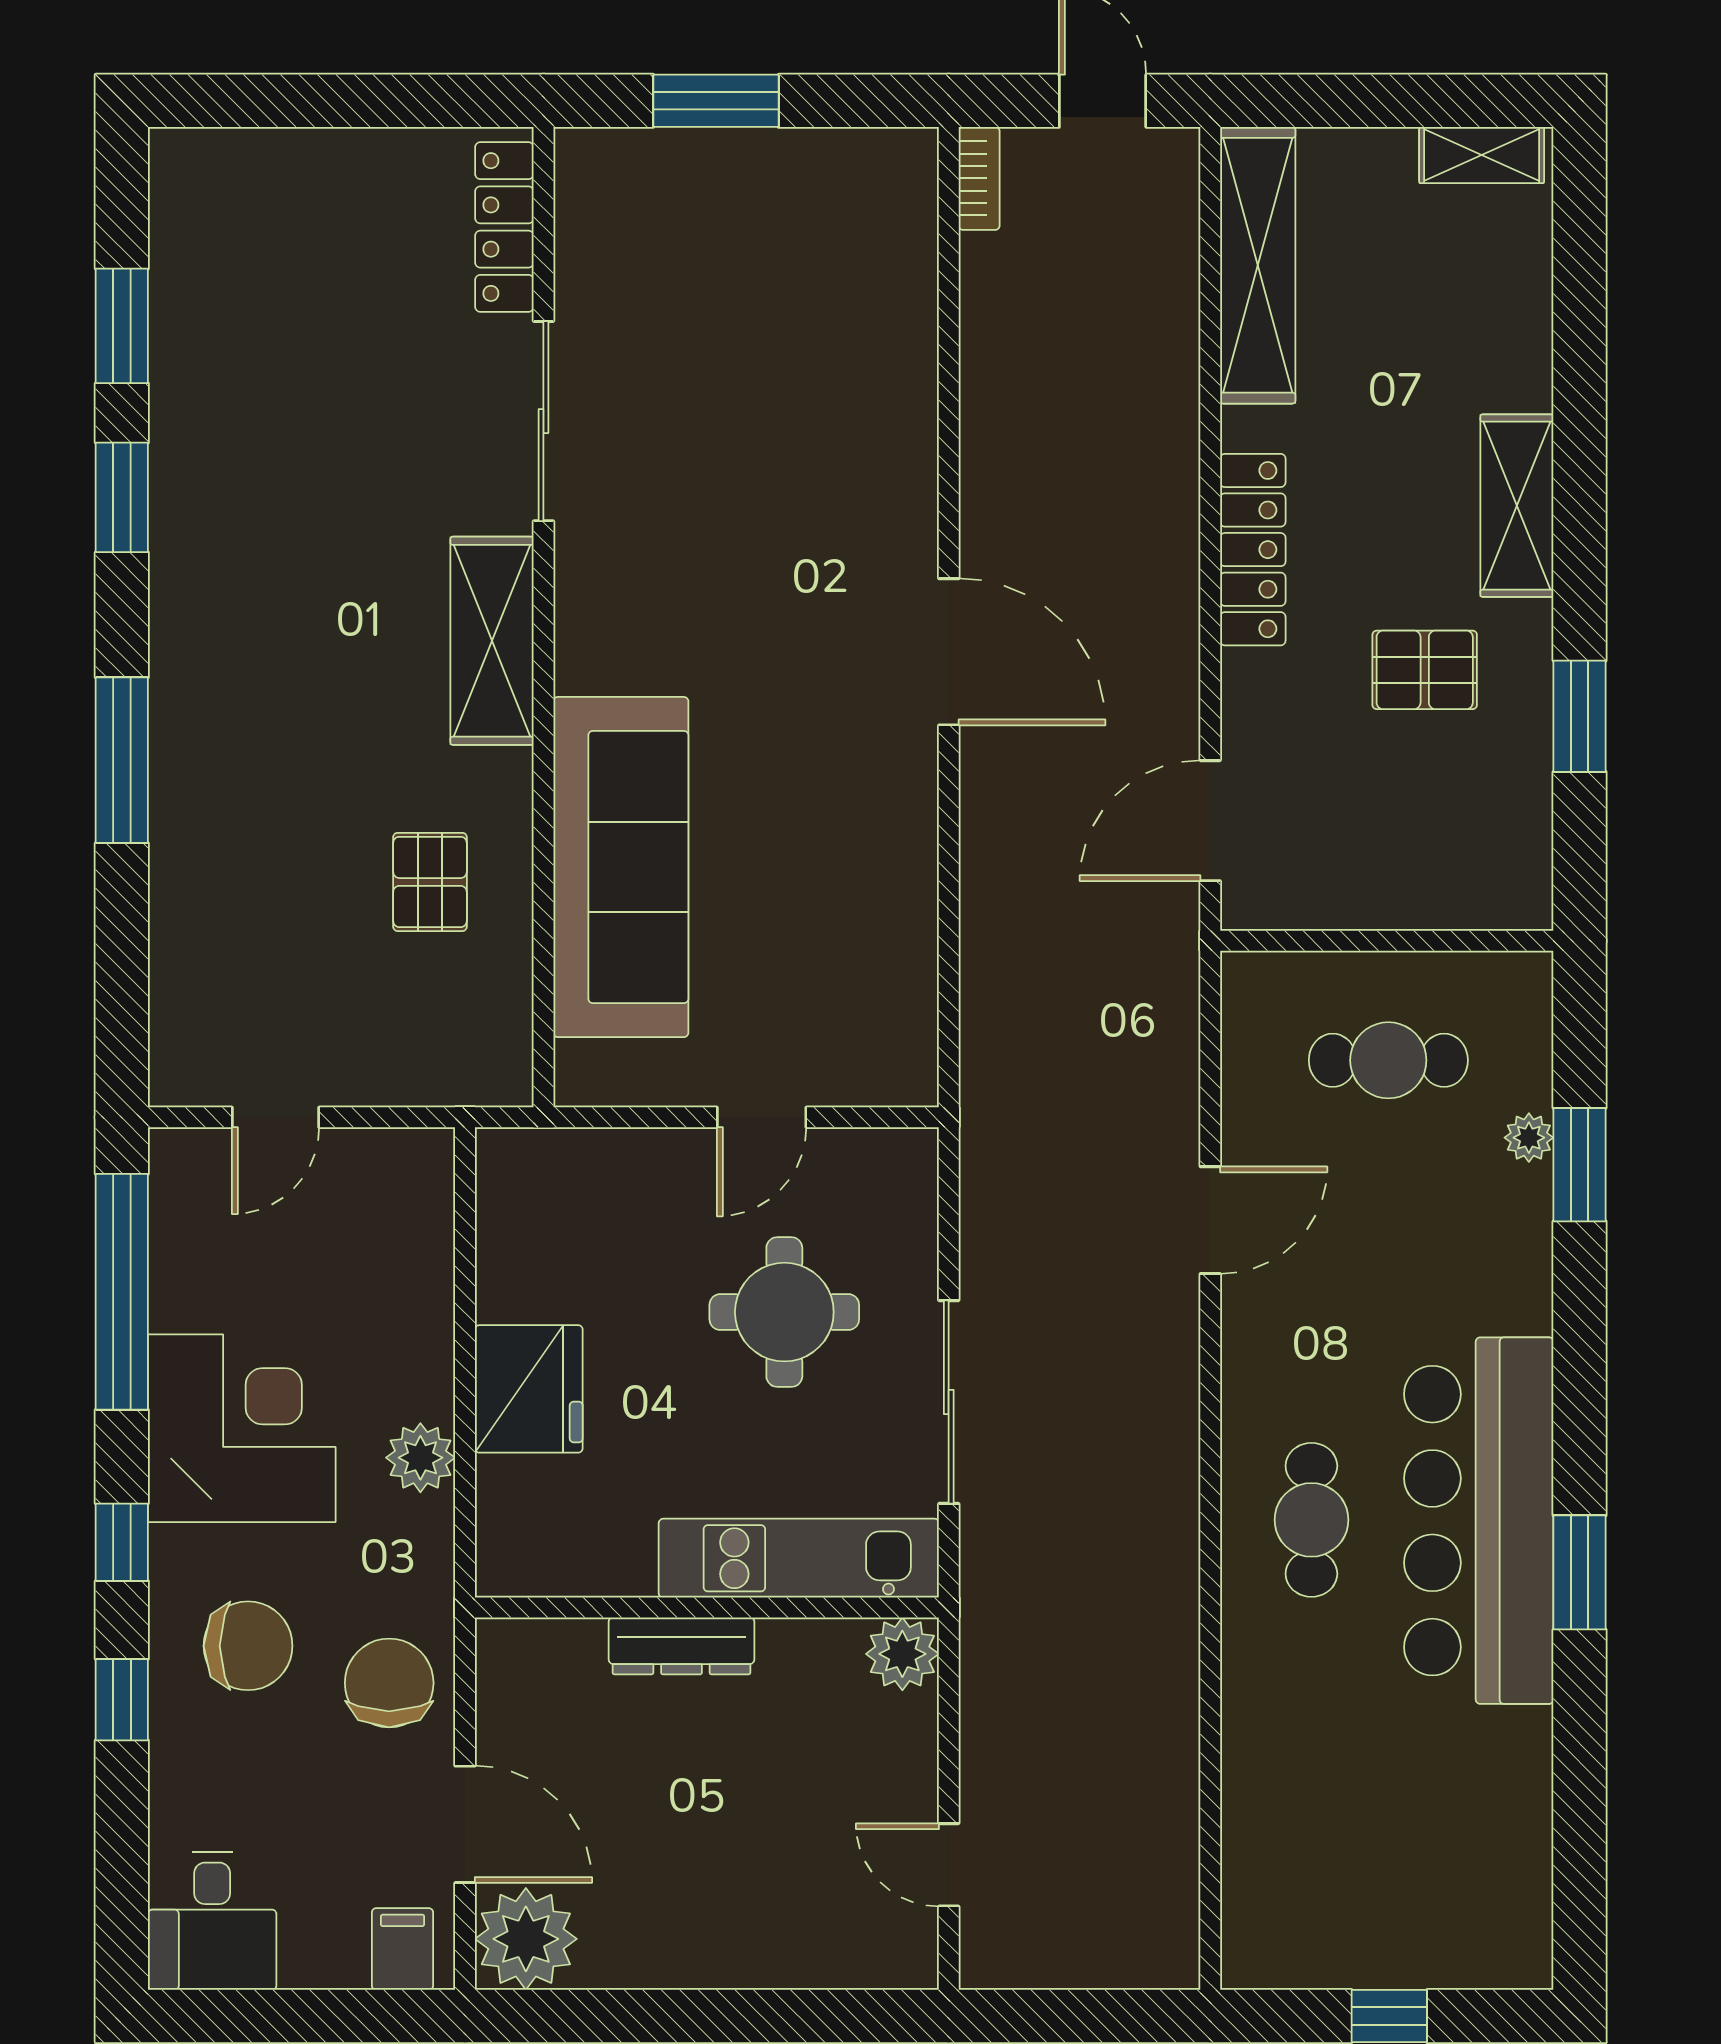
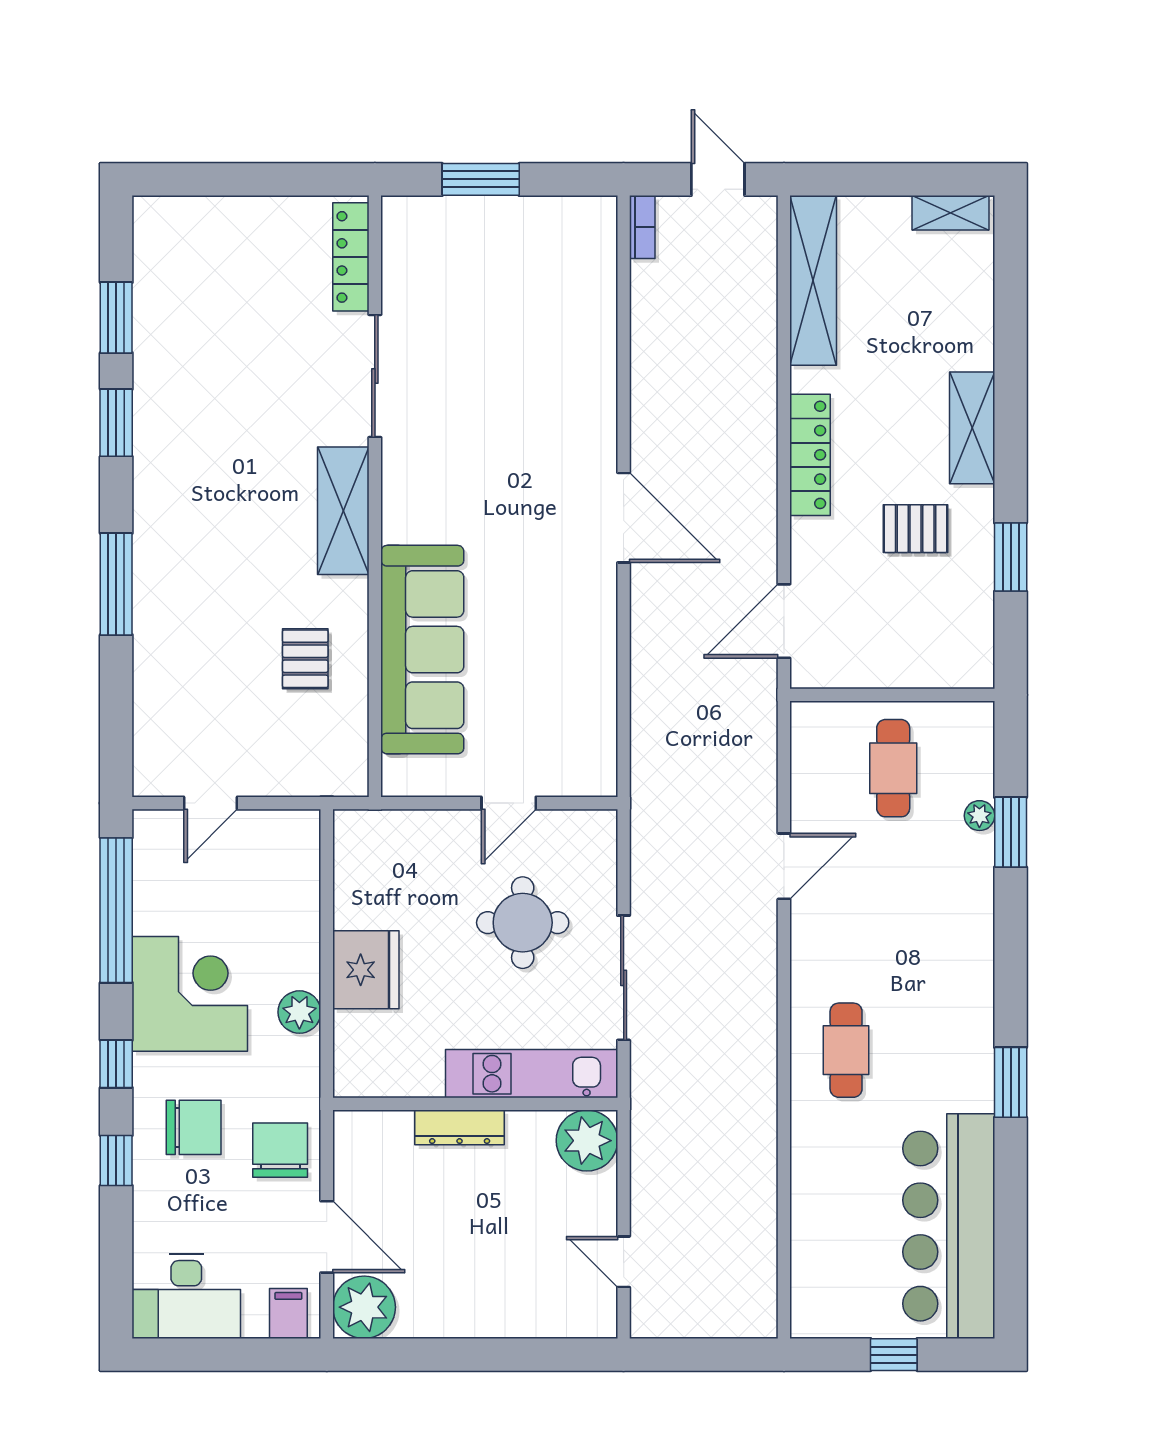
cafe table: (1388, 1060) -> (893, 768), turned 90
bar counter: (1479, 1521) -> (949, 1226), moved
plant: (902, 1654) -> (587, 1141), width x1.36, depth x1.36
desk: (212, 1921) -> (186, 1296), width x1.37

